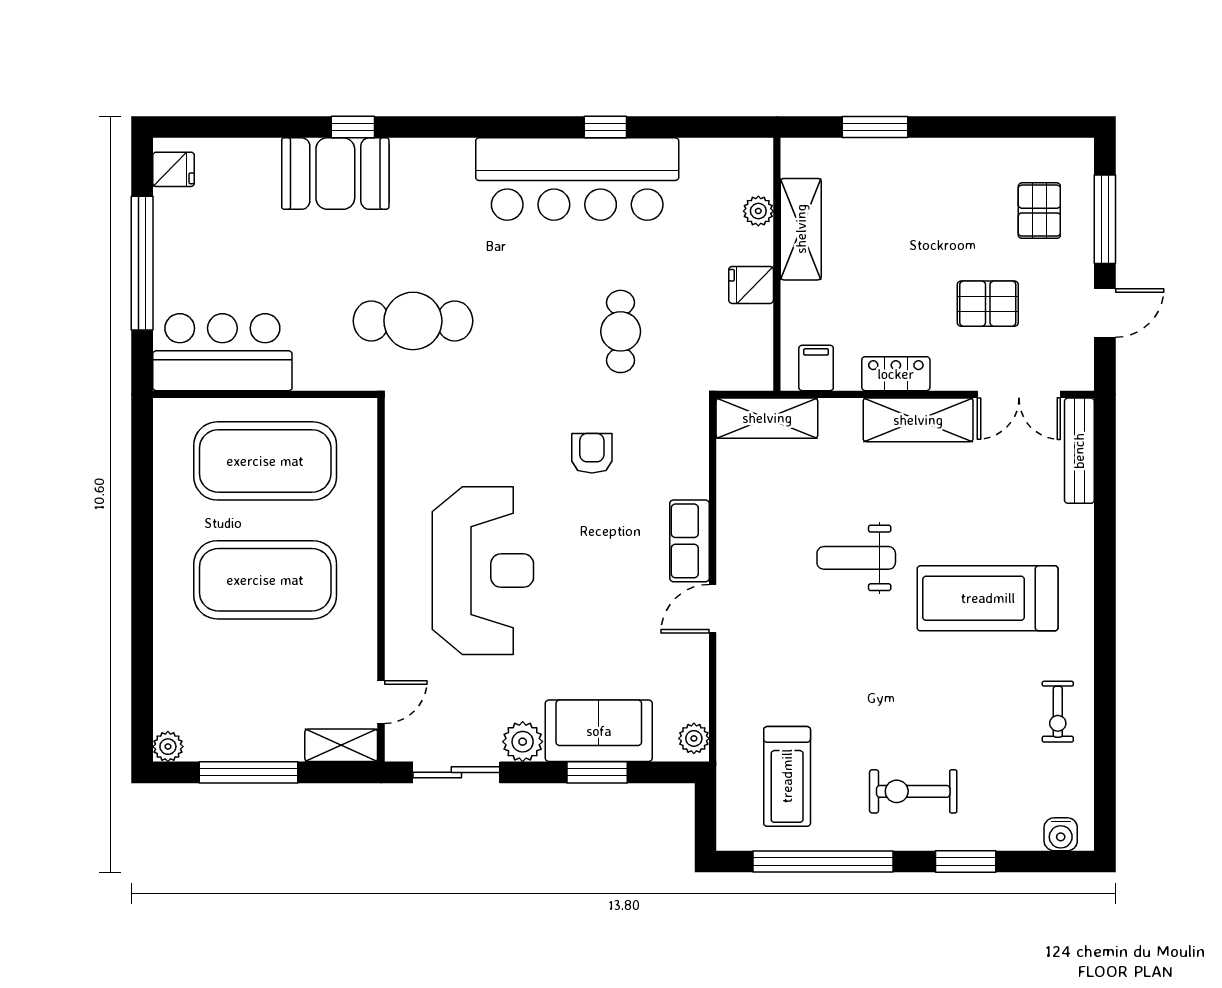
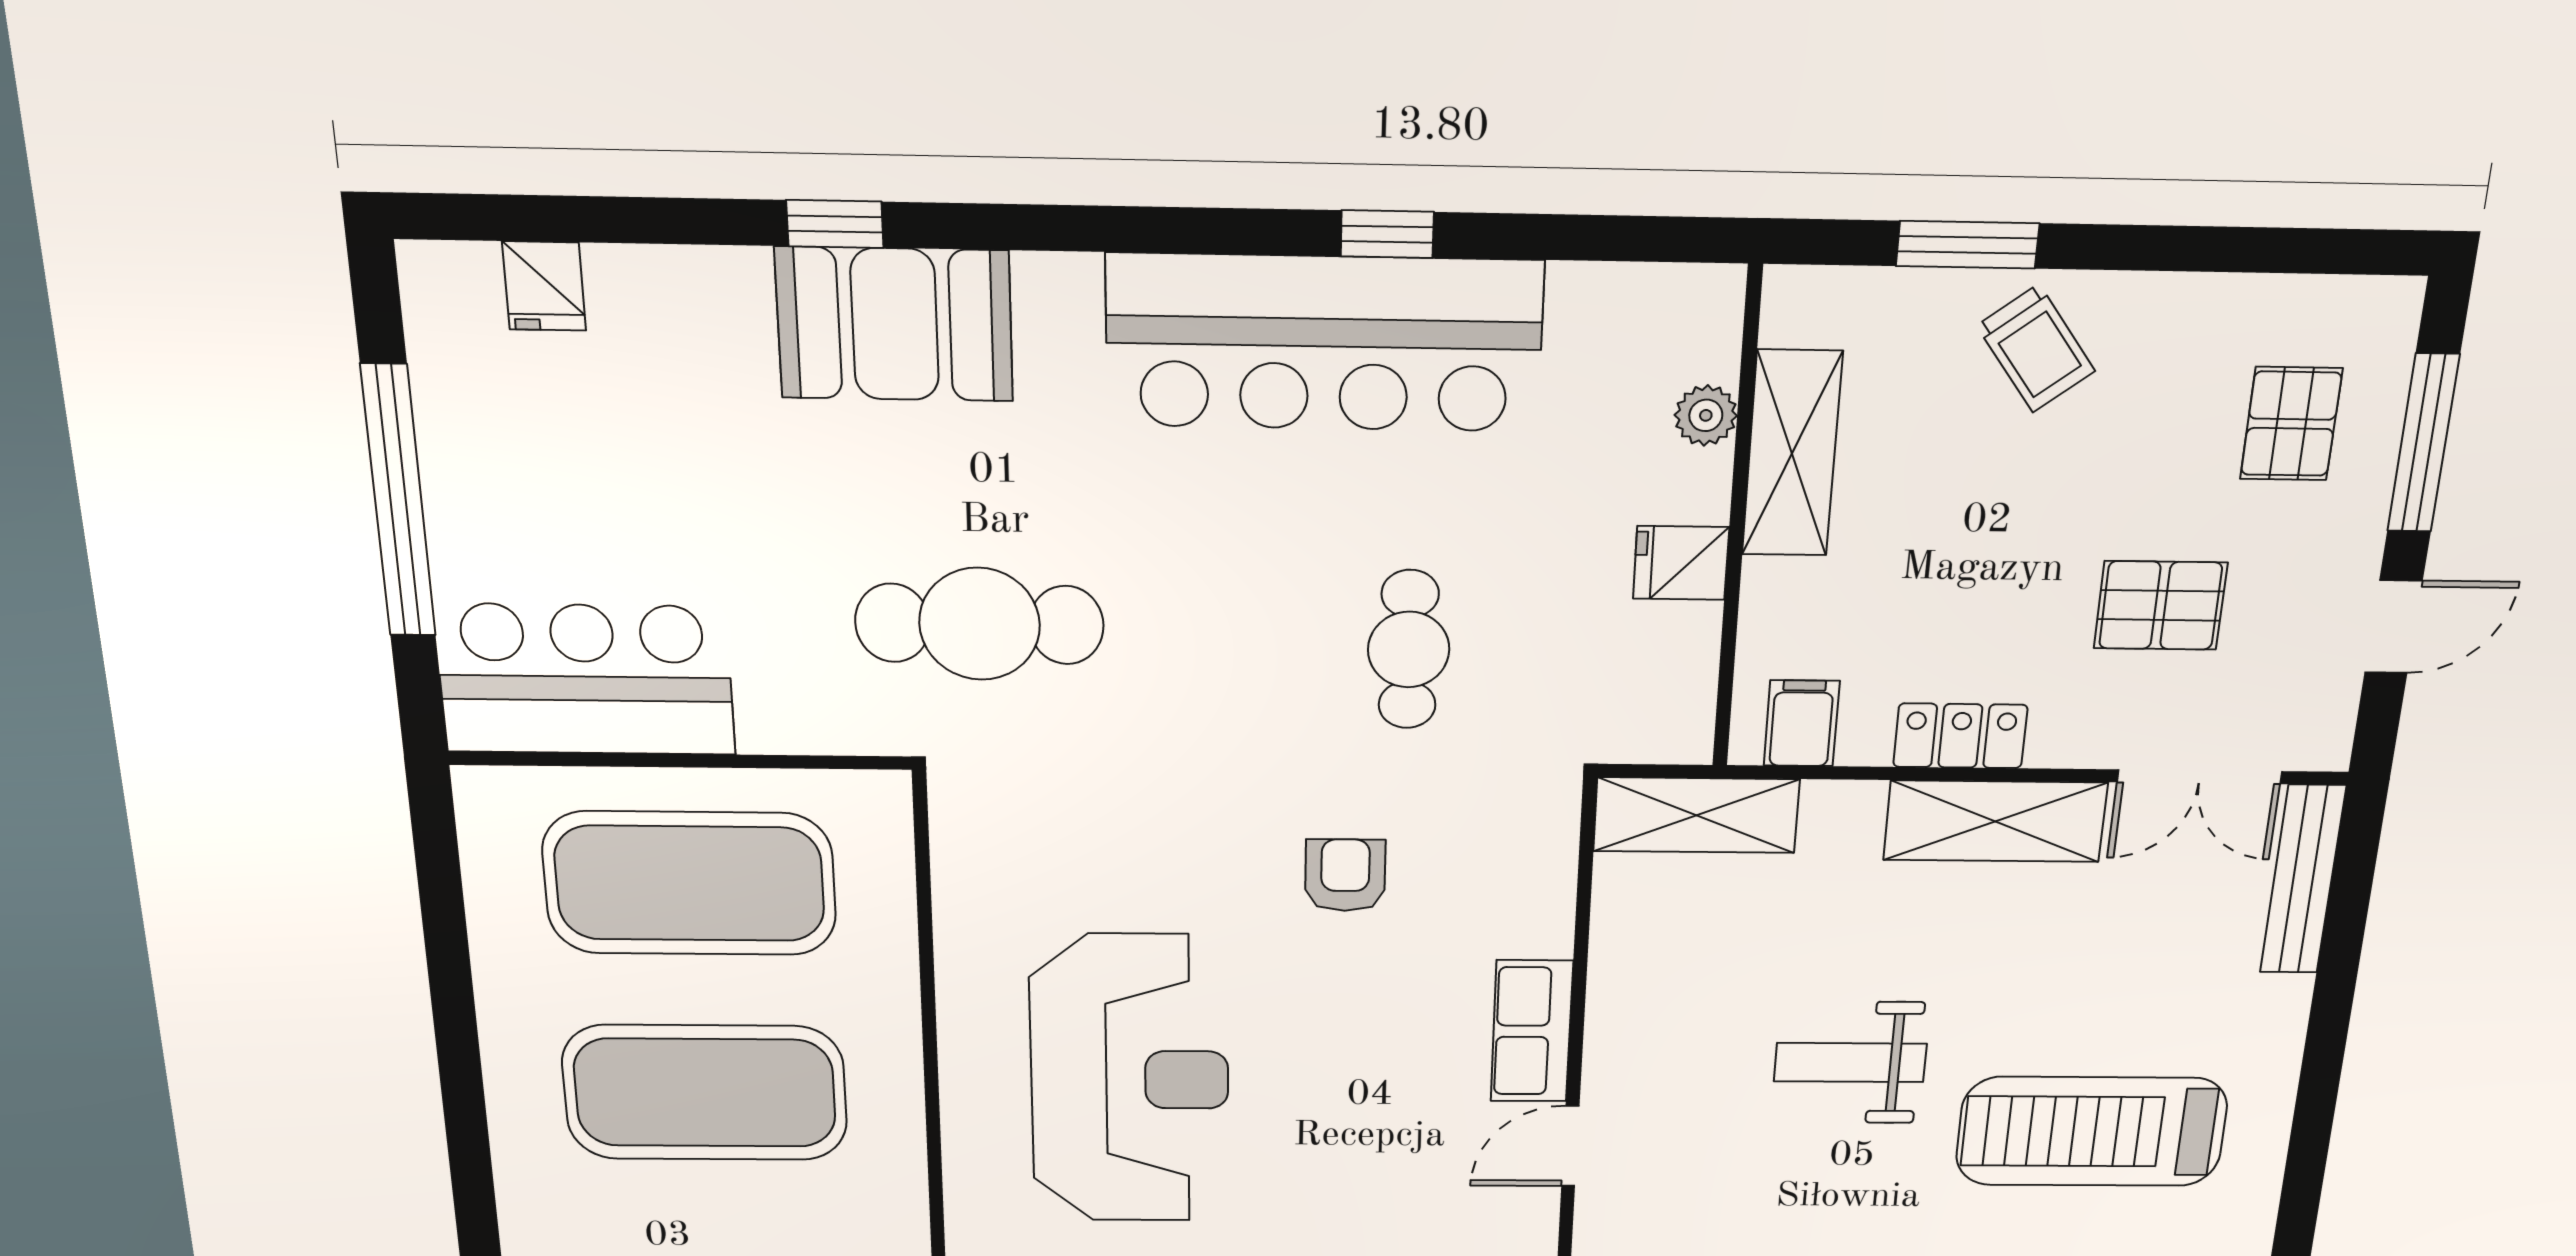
fridge: (174, 169) -> (544, 286), moved, turned 90
booth: (335, 174) -> (895, 324), moved
trolley: (912, 176) -> (2036, 348), added

